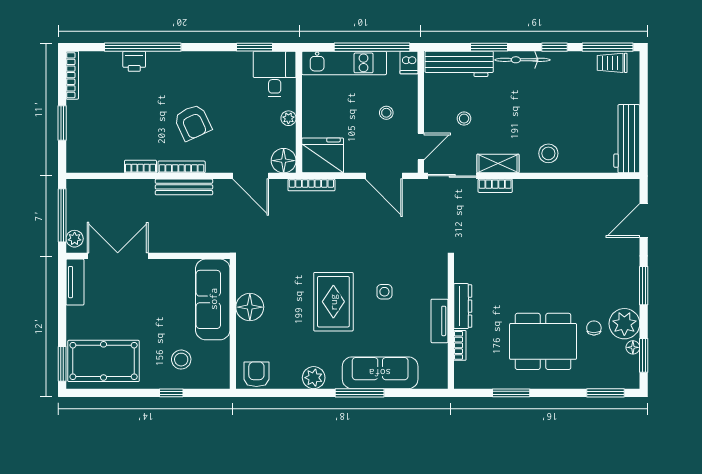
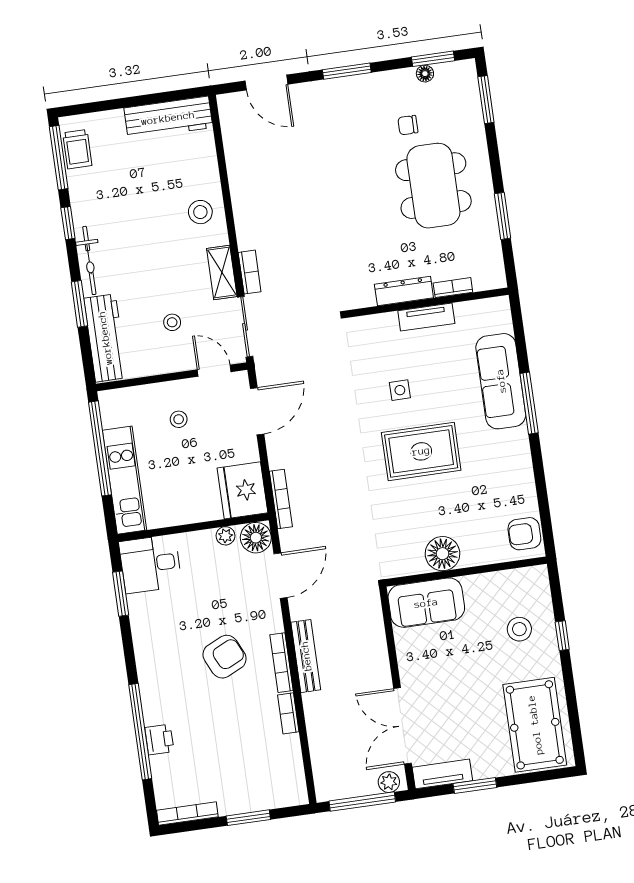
dishwasher: (409, 63) -> (113, 400), removed
plant: (288, 118) -> (226, 536), moved
sofa: (213, 299) -> (426, 603), width x0.73
plant: (624, 324) -> (397, 88), removed
window: (62, 364) -> (475, 785), moved
plant: (314, 378) -> (518, 462), removed

